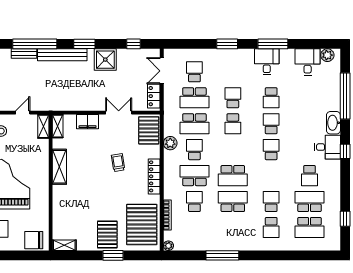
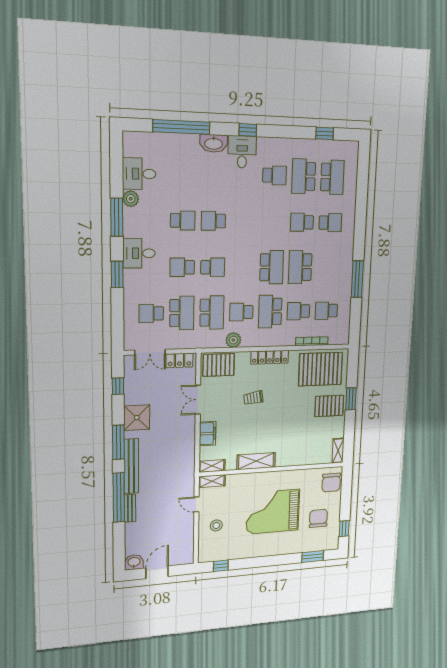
window: (84, 44) -> (118, 442), width x1.44
plant: (327, 55) -> (131, 199), moved
desk: (267, 62) -> (139, 253), moved
school desk: (271, 150) -> (326, 311), moved
plant: (168, 246) -> (344, 339), removed

